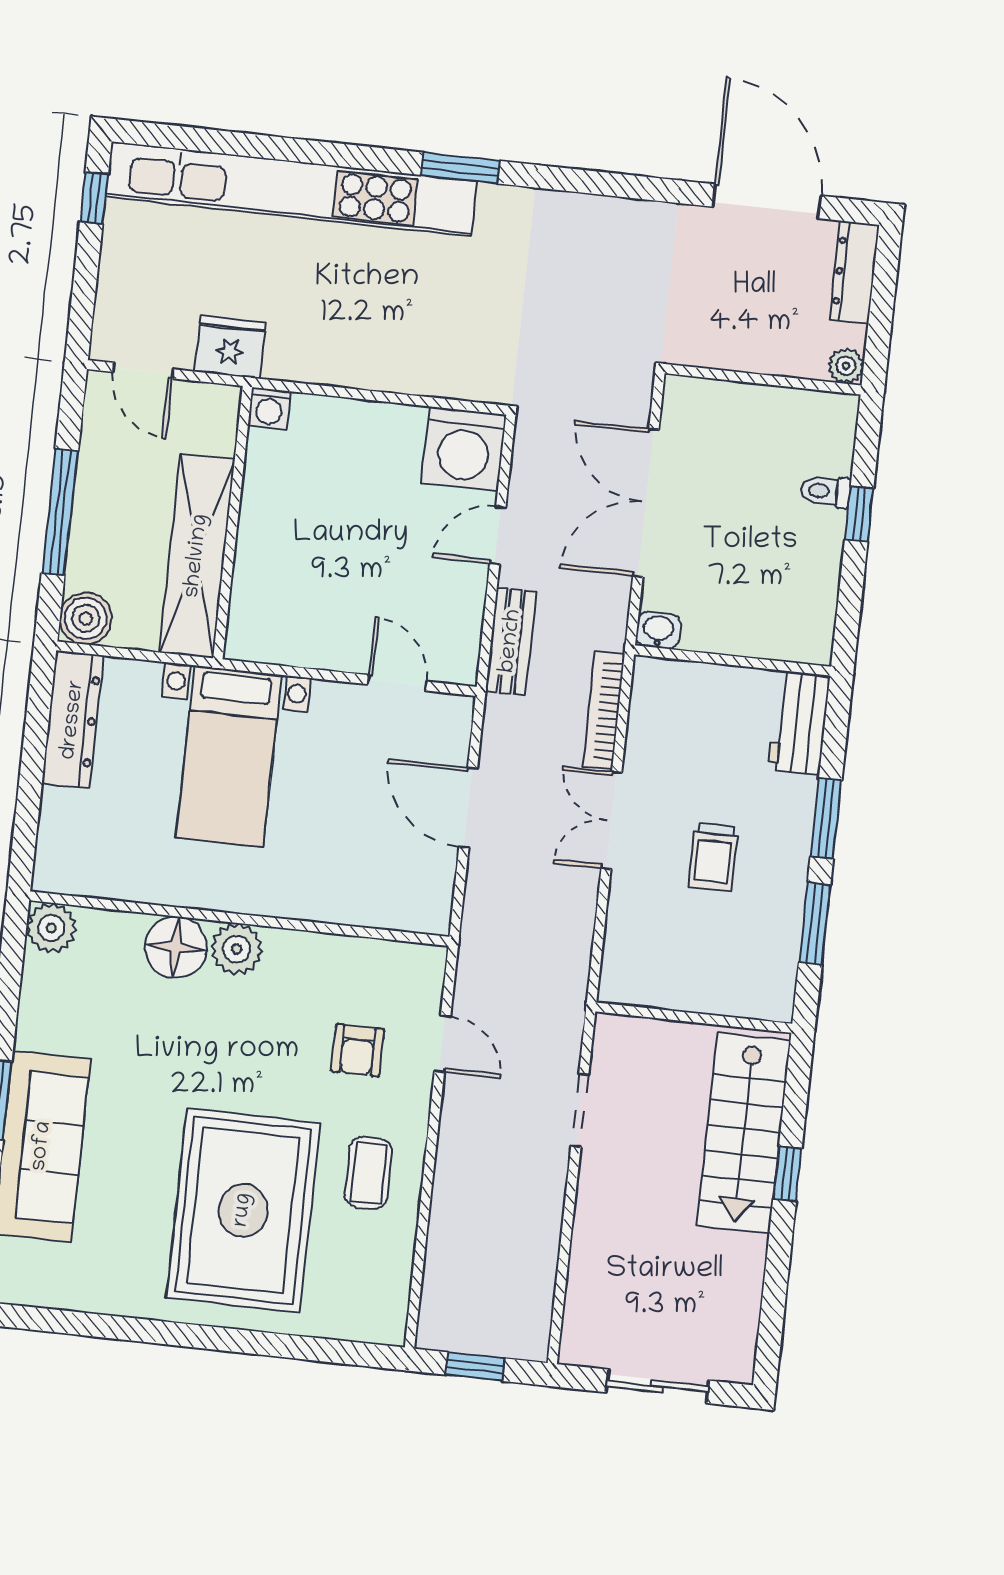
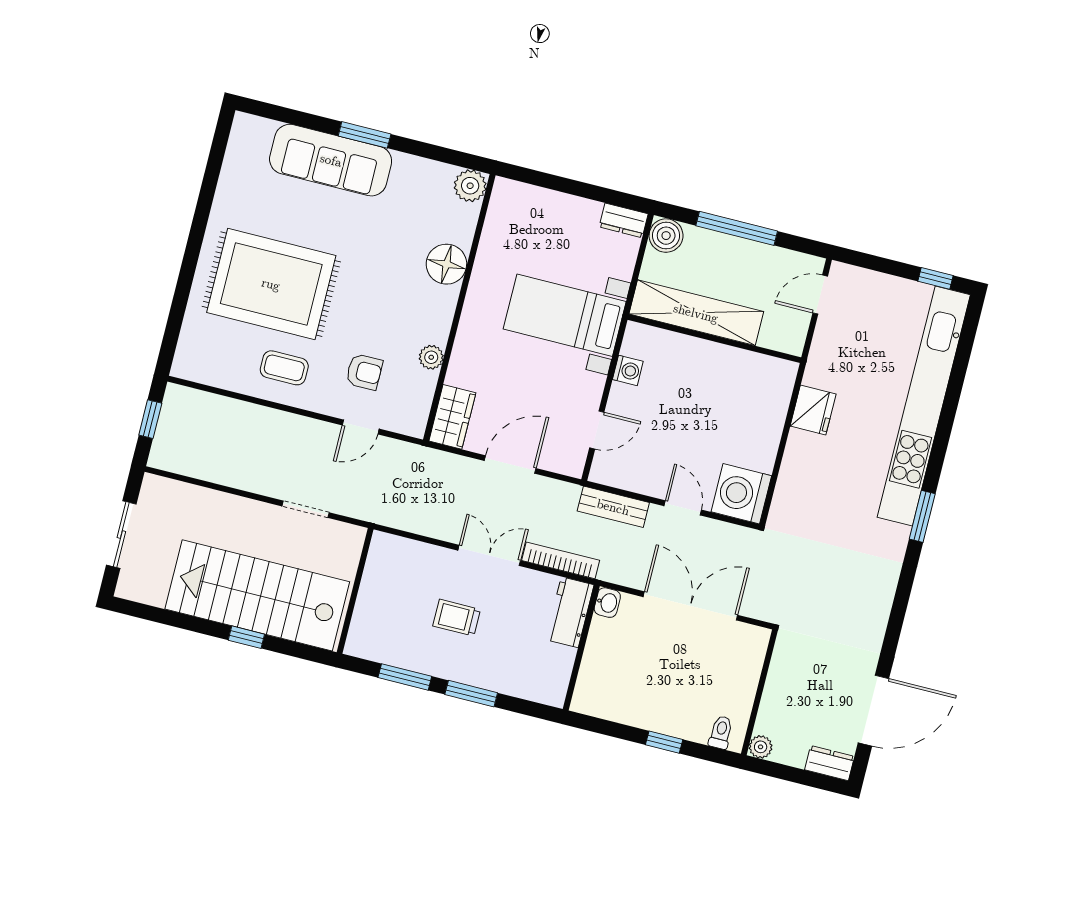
dresser: (855, 272) -> (830, 763), width x0.70
fridge: (230, 347) -> (813, 410), moved
washing machine: (269, 408) -> (628, 370), moved, turned 180
toilet: (826, 491) -> (721, 732), moved
dresser: (73, 720) -> (624, 220), width x0.51, depth x0.80
workbench: (799, 723) -> (570, 612), moved, turned -90
wardrobe: (408, 906) -> (452, 417), added
plant: (237, 949) -> (431, 357), moved, width x0.73, depth x0.73
armchair: (358, 1050) -> (364, 372), turned 180
stairs: (744, 1133) -> (257, 595), width x1.36, depth x1.51

